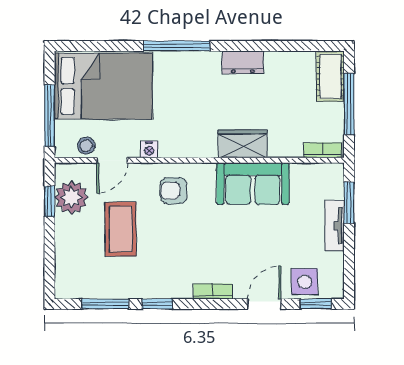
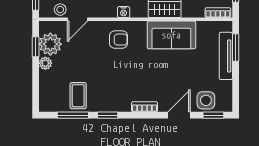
nightstand: (149, 149) -> (124, 12), moved
armchair: (174, 191) -> (119, 40), turned 180
plant: (64, 226) -> (45, 63), added
tv unit: (334, 226) -> (226, 56), width x1.41
coffee table: (121, 229) -> (78, 96), moved, width x0.73, depth x0.77

